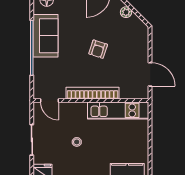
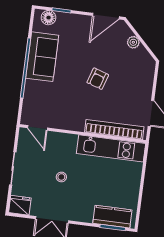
bookcase: (93, 93) -> (114, 130), moved

